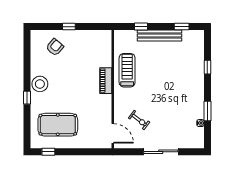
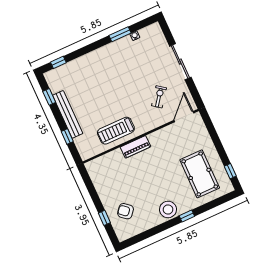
window: (69, 27) -> (104, 218), moved
window: (207, 67) -> (58, 62), moved

